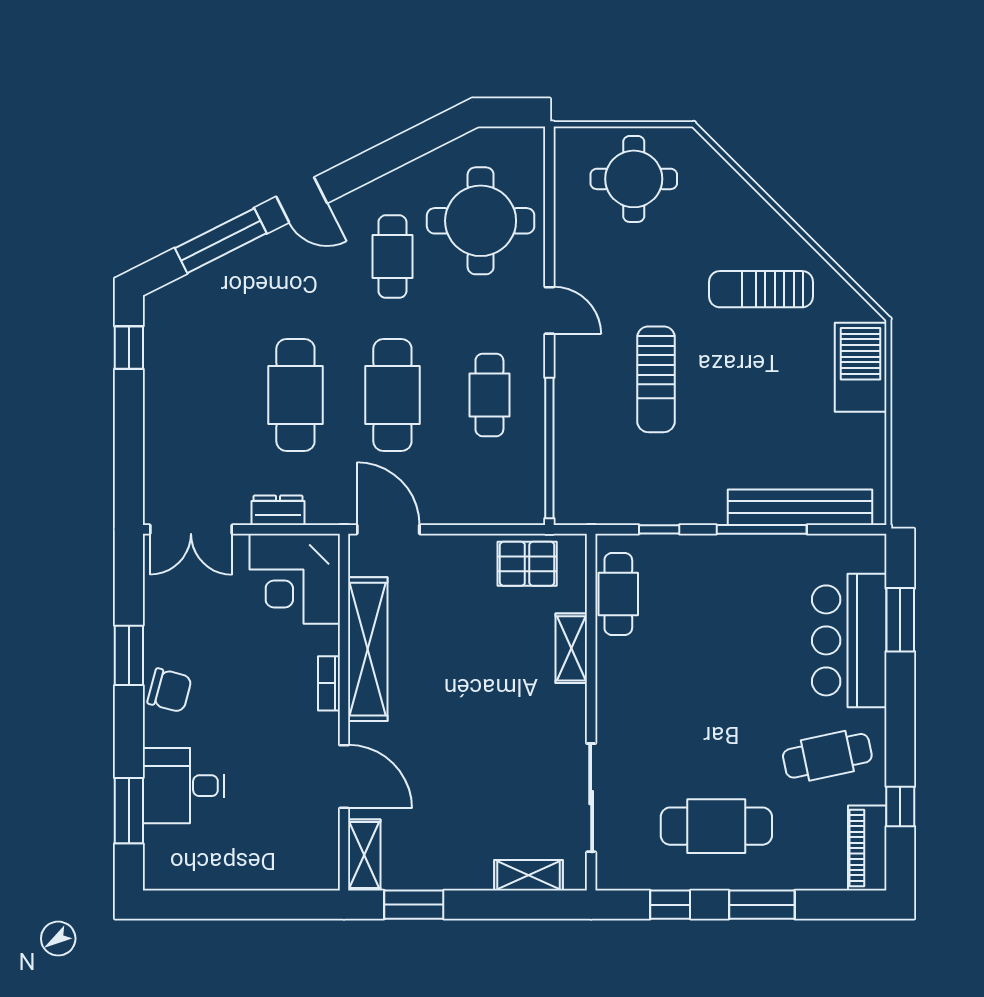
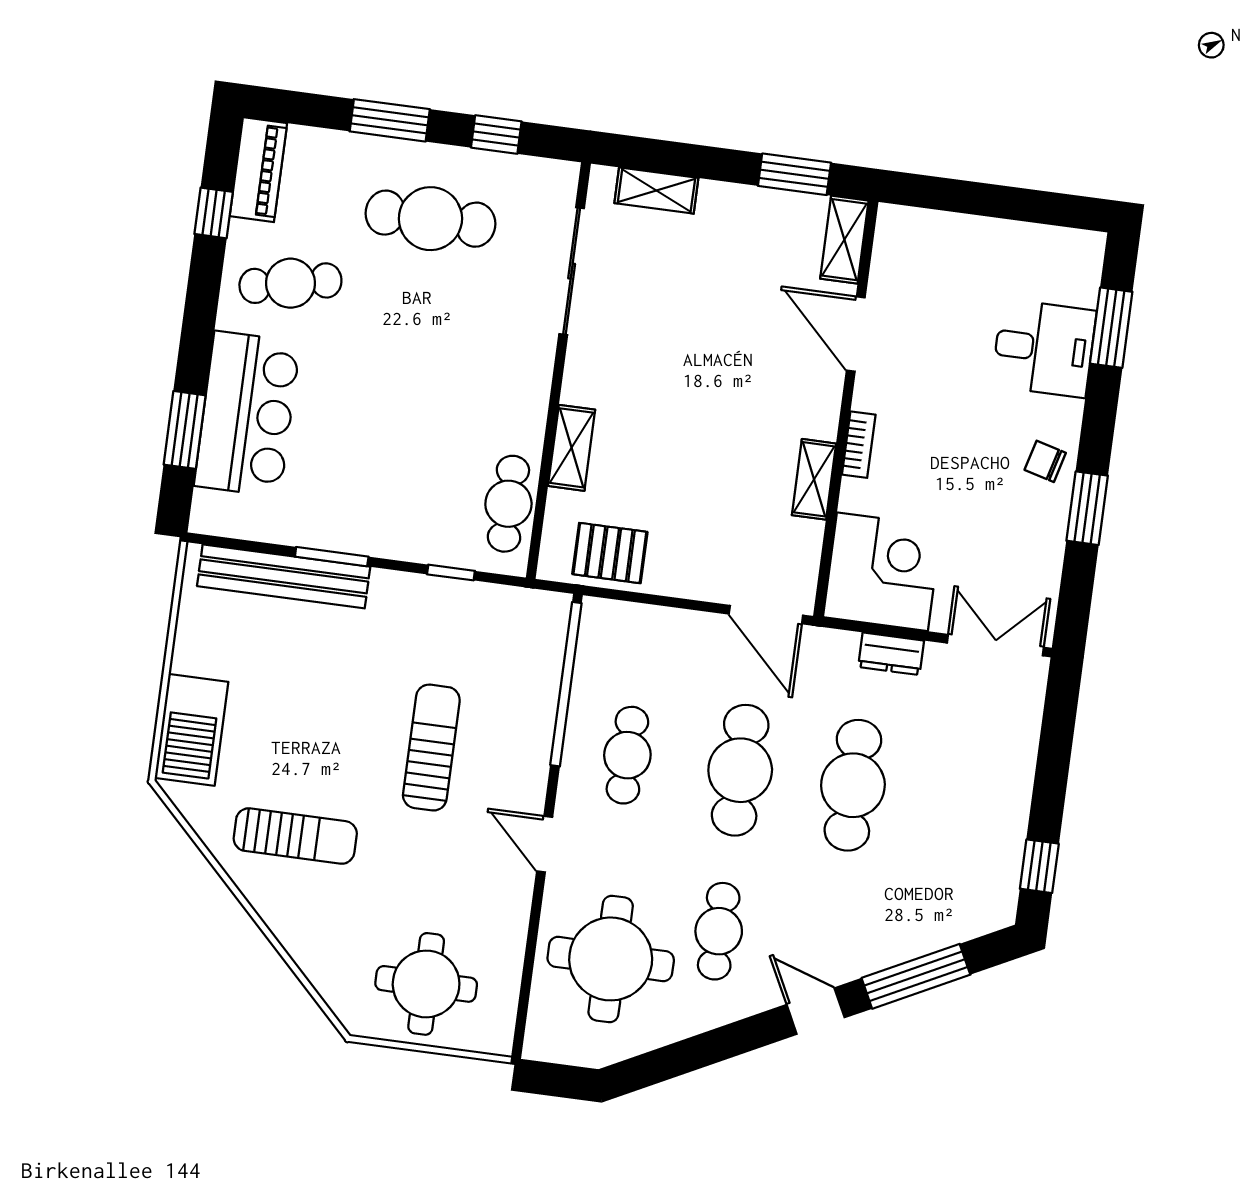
window: (762, 529) -> (332, 557), width x0.69
shelving: (368, 649) -> (814, 479), width x0.45, depth x0.75
chair: (170, 690) -> (1045, 461), width x0.73, depth x0.73

